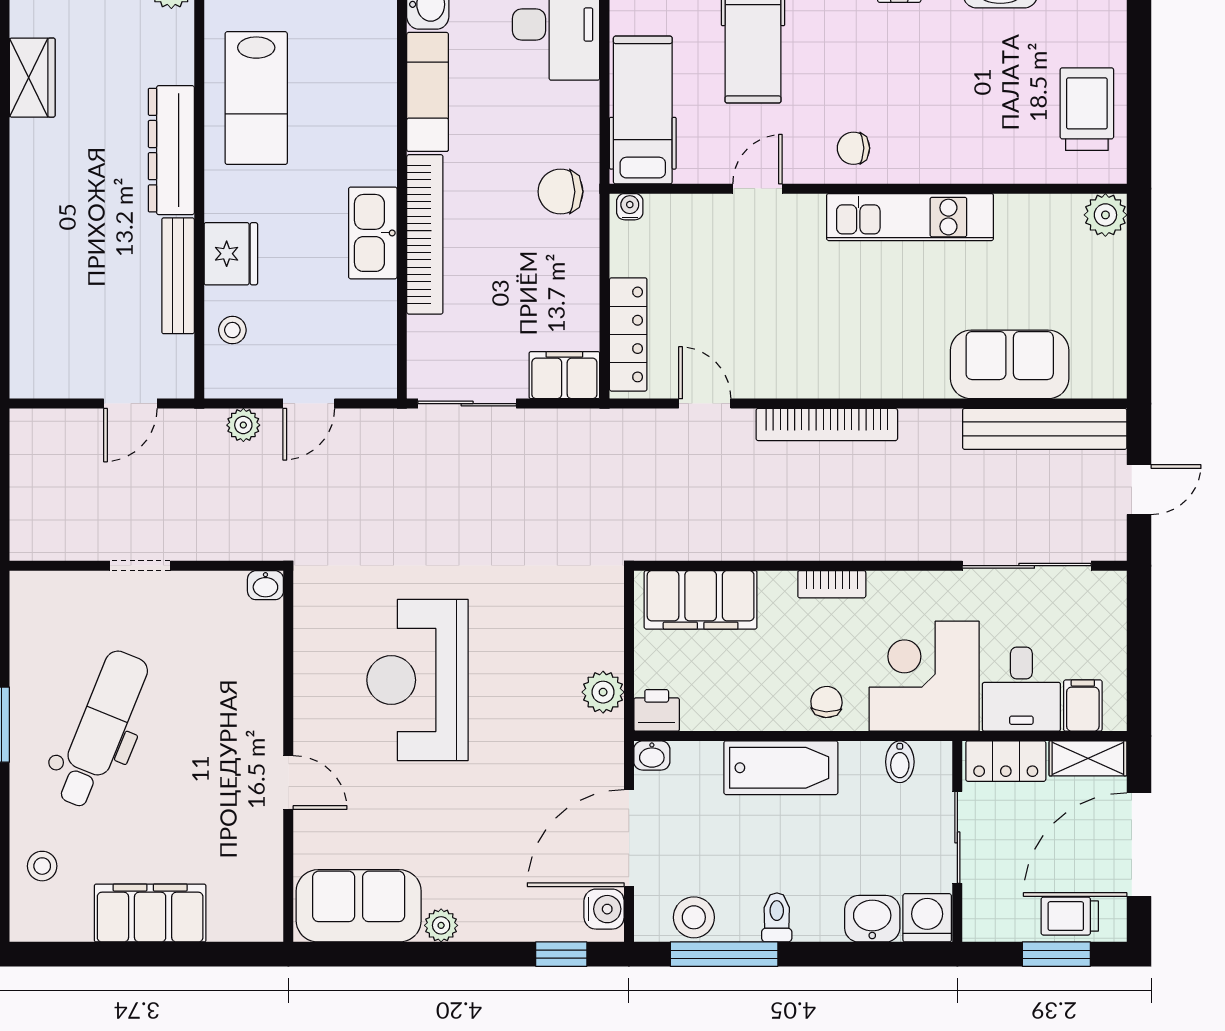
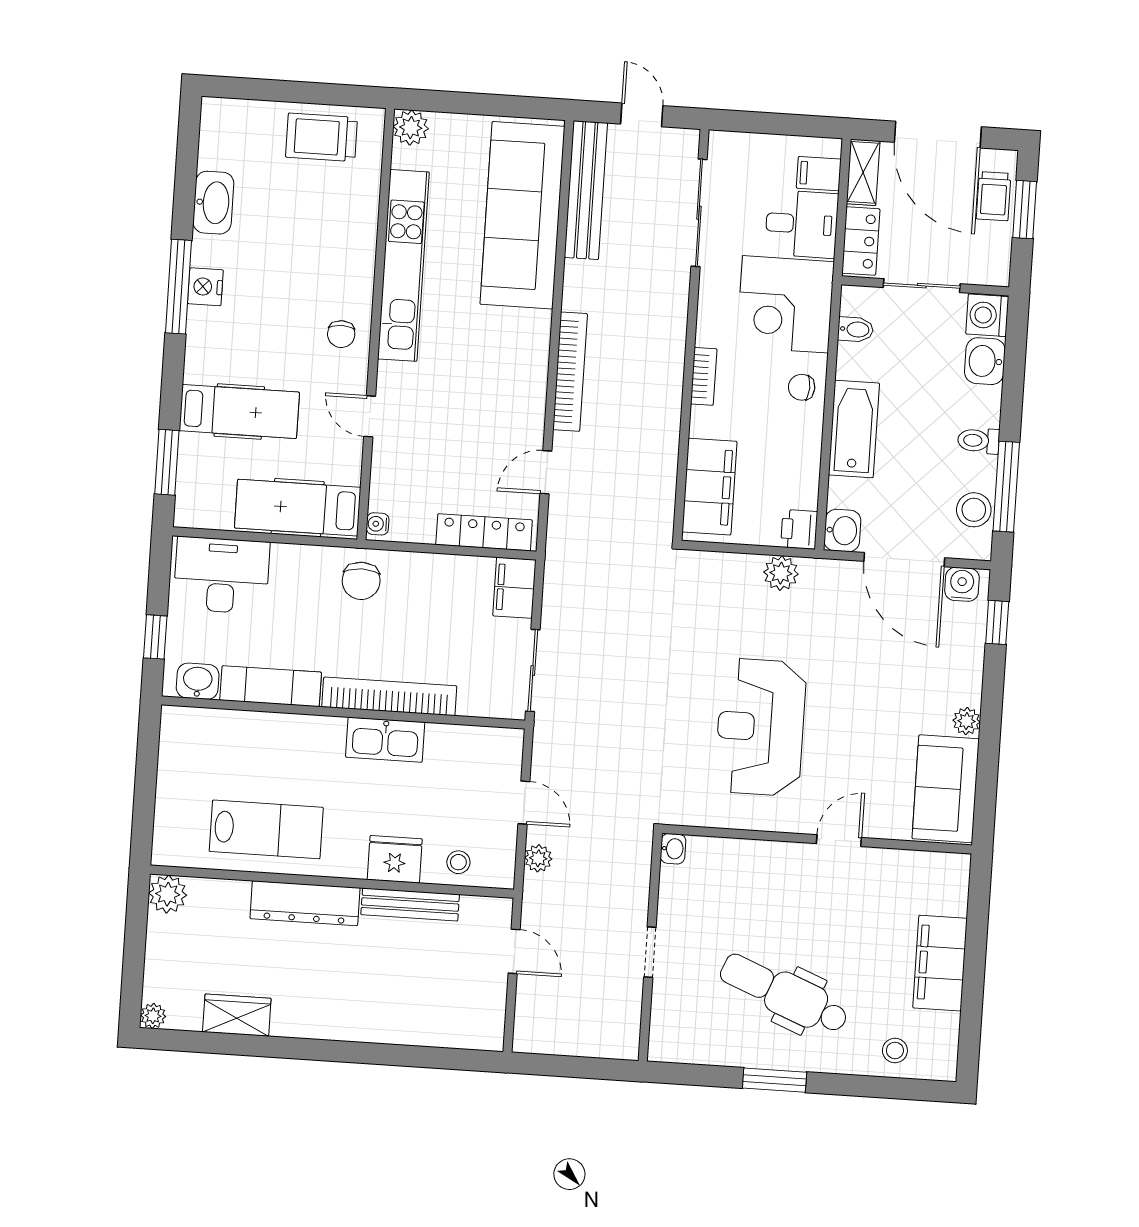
kitchen unit: (910, 217) -> (403, 265), width x1.36
sofa: (1010, 364) -> (522, 215), width x1.85, depth x1.27
reception desk: (418, 680) -> (761, 727), turned 90
washbasin: (652, 755) -> (842, 530), width x1.38, depth x1.45

